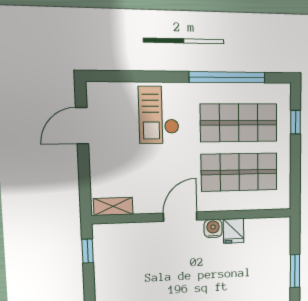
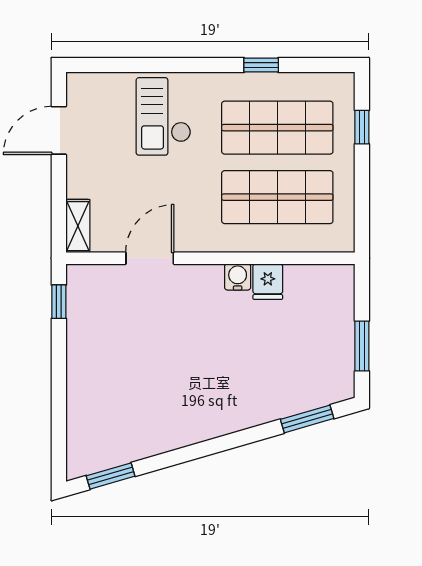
window: (227, 77) -> (261, 65), width x0.32
shelving: (113, 206) -> (78, 226), moved, turned 90
door: (180, 217) -> (150, 258), moved

